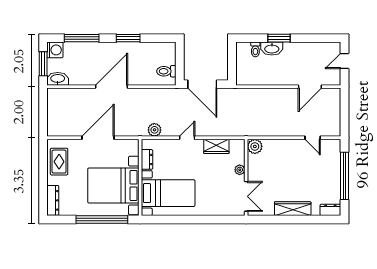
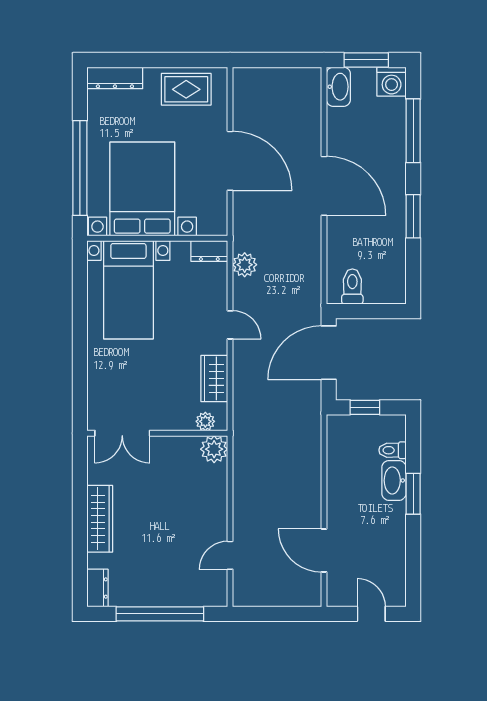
window: (232, 64) -> (365, 407), added
dresser: (147, 159) -> (209, 251), moved
plant: (240, 170) -> (205, 421), moved

